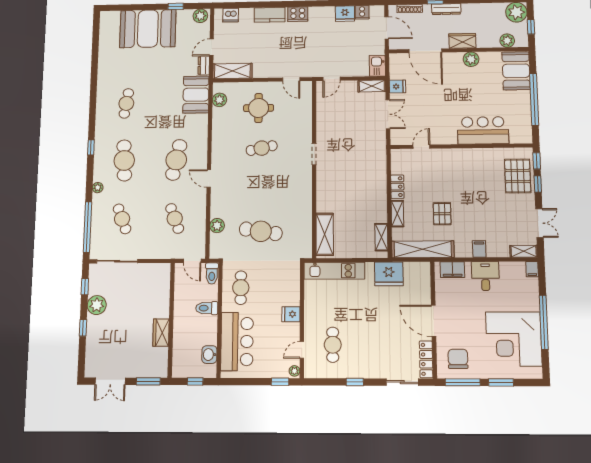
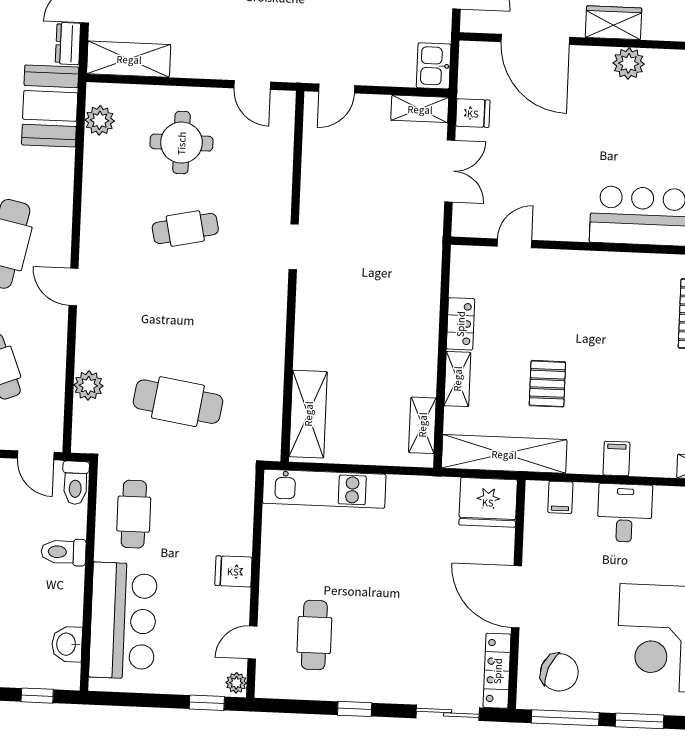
filing cabinet: (452, 270) -> (560, 497), width x0.50
fridge: (389, 274) -> (488, 502), moved
chair: (458, 359) -> (559, 672), turned 112

